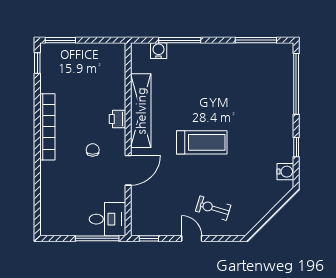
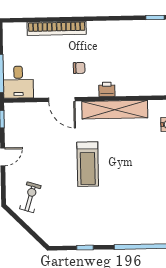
bookcase: (47, 127) -> (57, 28), moved
water cooler: (285, 172) -> (63, 239), removed
exercise bike: (213, 208) -> (30, 197), moved

